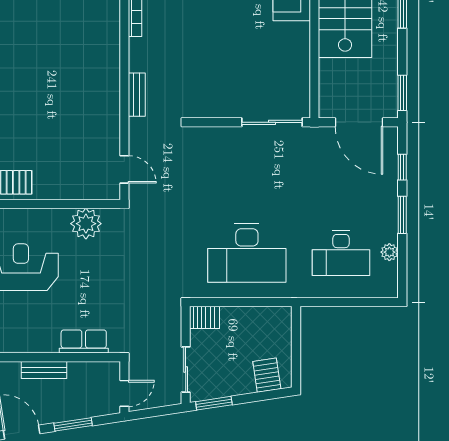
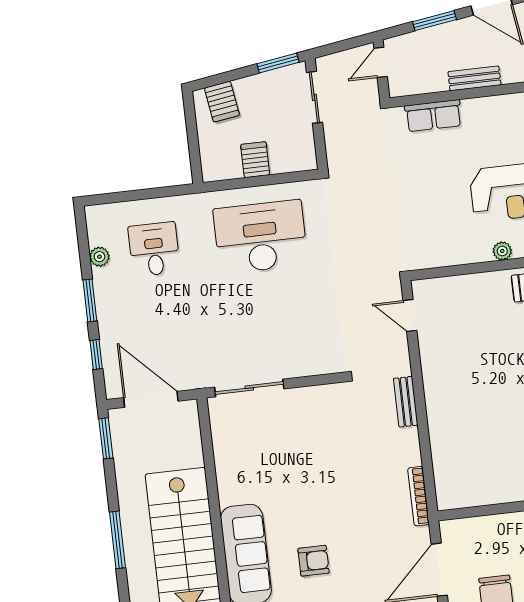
plant: (86, 224) -> (502, 251), moved, width x0.53, depth x0.53
desk: (341, 253) -> (154, 249), width x0.73
server rack: (205, 317) -> (255, 160), moved, turned 90

